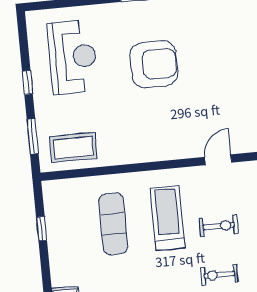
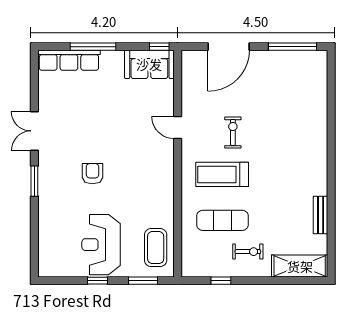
reception desk: (73, 57) -> (101, 245), moved, turned -90
armchair: (154, 64) -> (92, 174), width x0.53, depth x0.53
exercise bike: (219, 275) -> (248, 252), moved, turned -90

